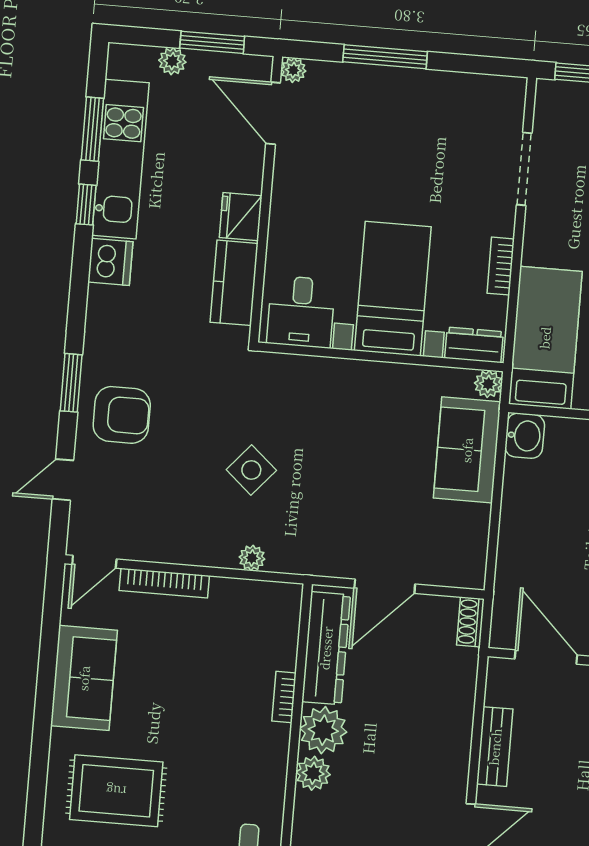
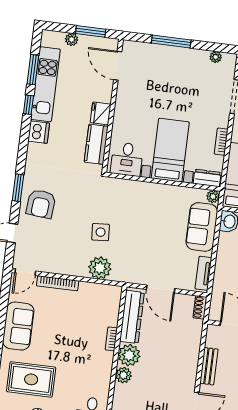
plant: (293, 70) -> (216, 57), moved
armchair: (122, 415) -> (41, 204), turned 95
side table: (251, 470) -> (101, 232), turned 45
tv unit: (475, 549) -> (203, 273), added
plant: (252, 558) -> (100, 268), width x1.88, depth x1.88
door: (385, 586) -> (161, 289), hinge flipped

